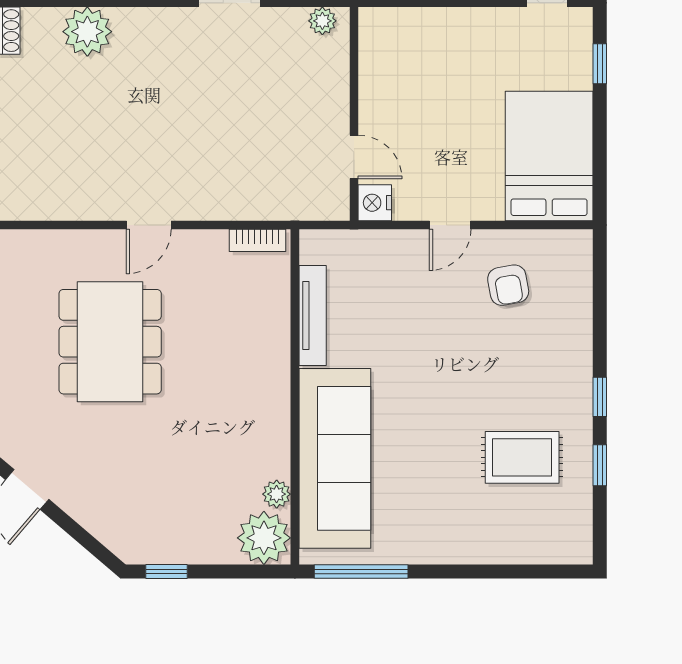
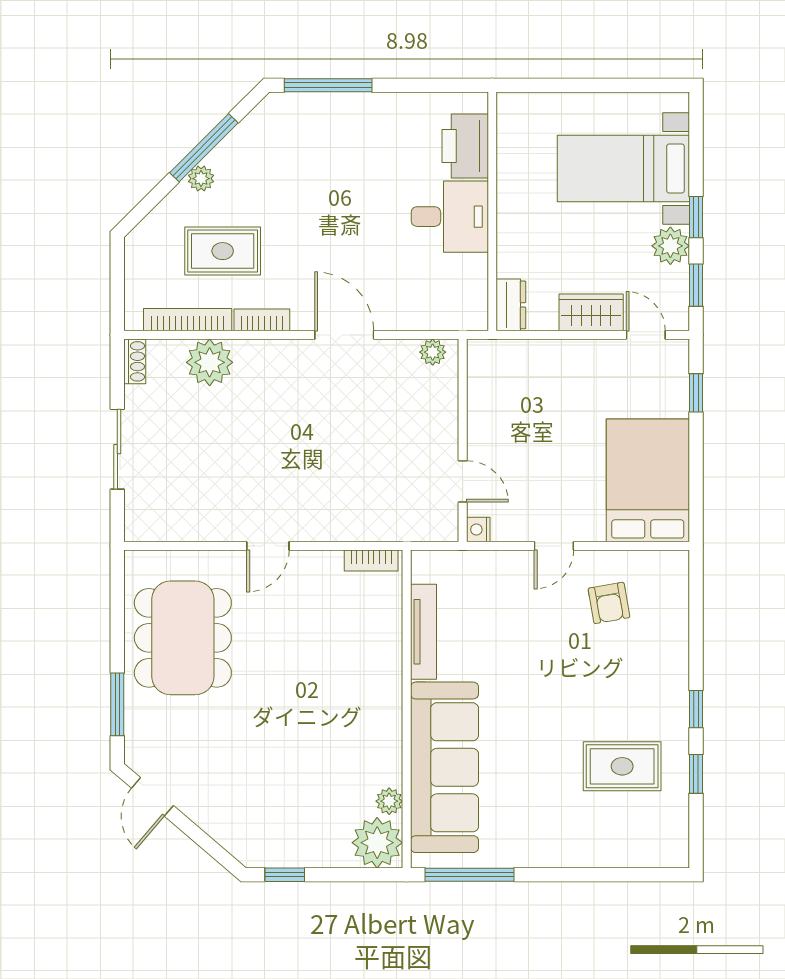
nightstand: (375, 203) -> (478, 530), width x0.72, depth x0.74
dining table: (110, 342) -> (183, 638), moved

